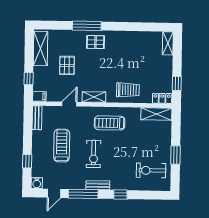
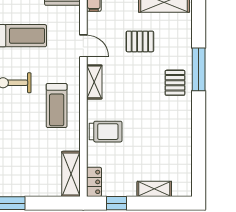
shelving: (168, 43) -> (154, 189), moved
trolley: (128, 90) -> (106, 132), turned -90
treadmill: (110, 123) -> (57, 105), turned 180

